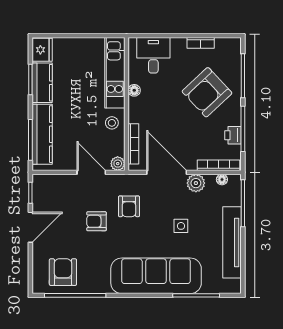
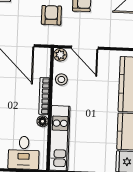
stool: (112, 123) -> (61, 79), moved
bookcase: (133, 144) -> (44, 96), moved

